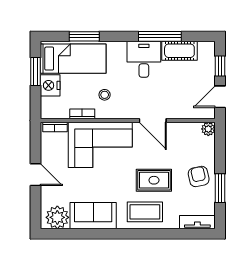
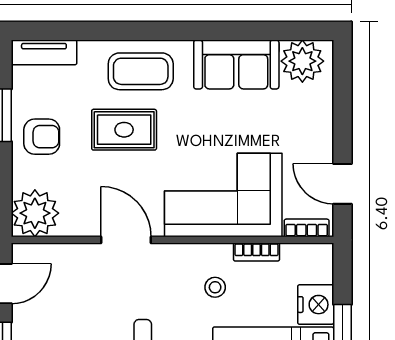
plant: (208, 129) -> (35, 213), width x1.87, depth x1.87
door: (36, 175) -> (343, 184), moved
armchair: (199, 176) -> (42, 137), turned -78

